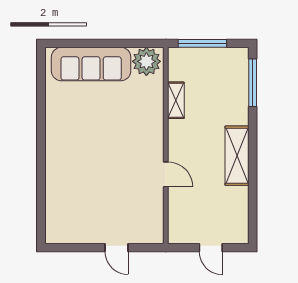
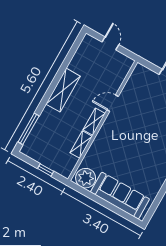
window: (202, 43) -> (46, 170), width x0.46
shelving: (176, 138) -> (94, 122), added
door: (166, 174) -> (113, 103), hinge flipped

